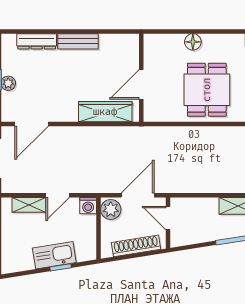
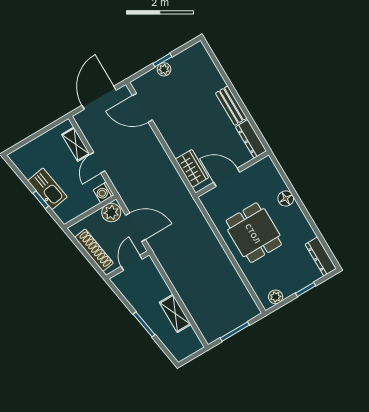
dresser: (37, 41) -> (251, 139), moved
dining table: (207, 90) -> (254, 233), turned 90
wardrobe: (105, 112) -> (192, 168), width x0.67
door: (58, 195) -> (97, 163), hinge flipped

